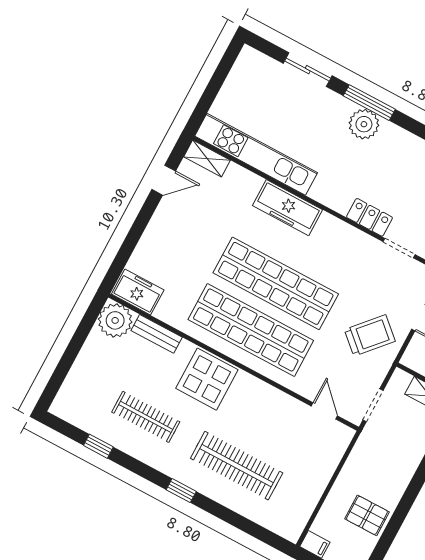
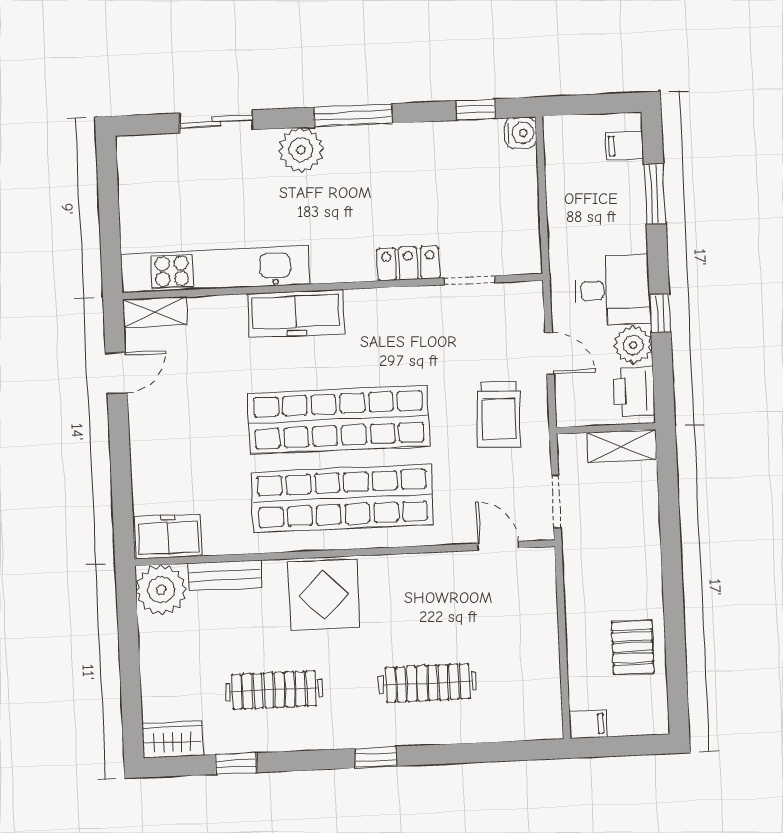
window: (369, 103) -> (353, 115), moved
plant: (364, 124) -> (301, 150), moved
trolley: (370, 335) -> (499, 415), turned 140
wardrobe: (70, 411) -> (173, 739), added
clothes rail: (237, 466) -> (428, 683), width x0.73, depth x0.76
pallet: (367, 515) -> (633, 647), turned 90

